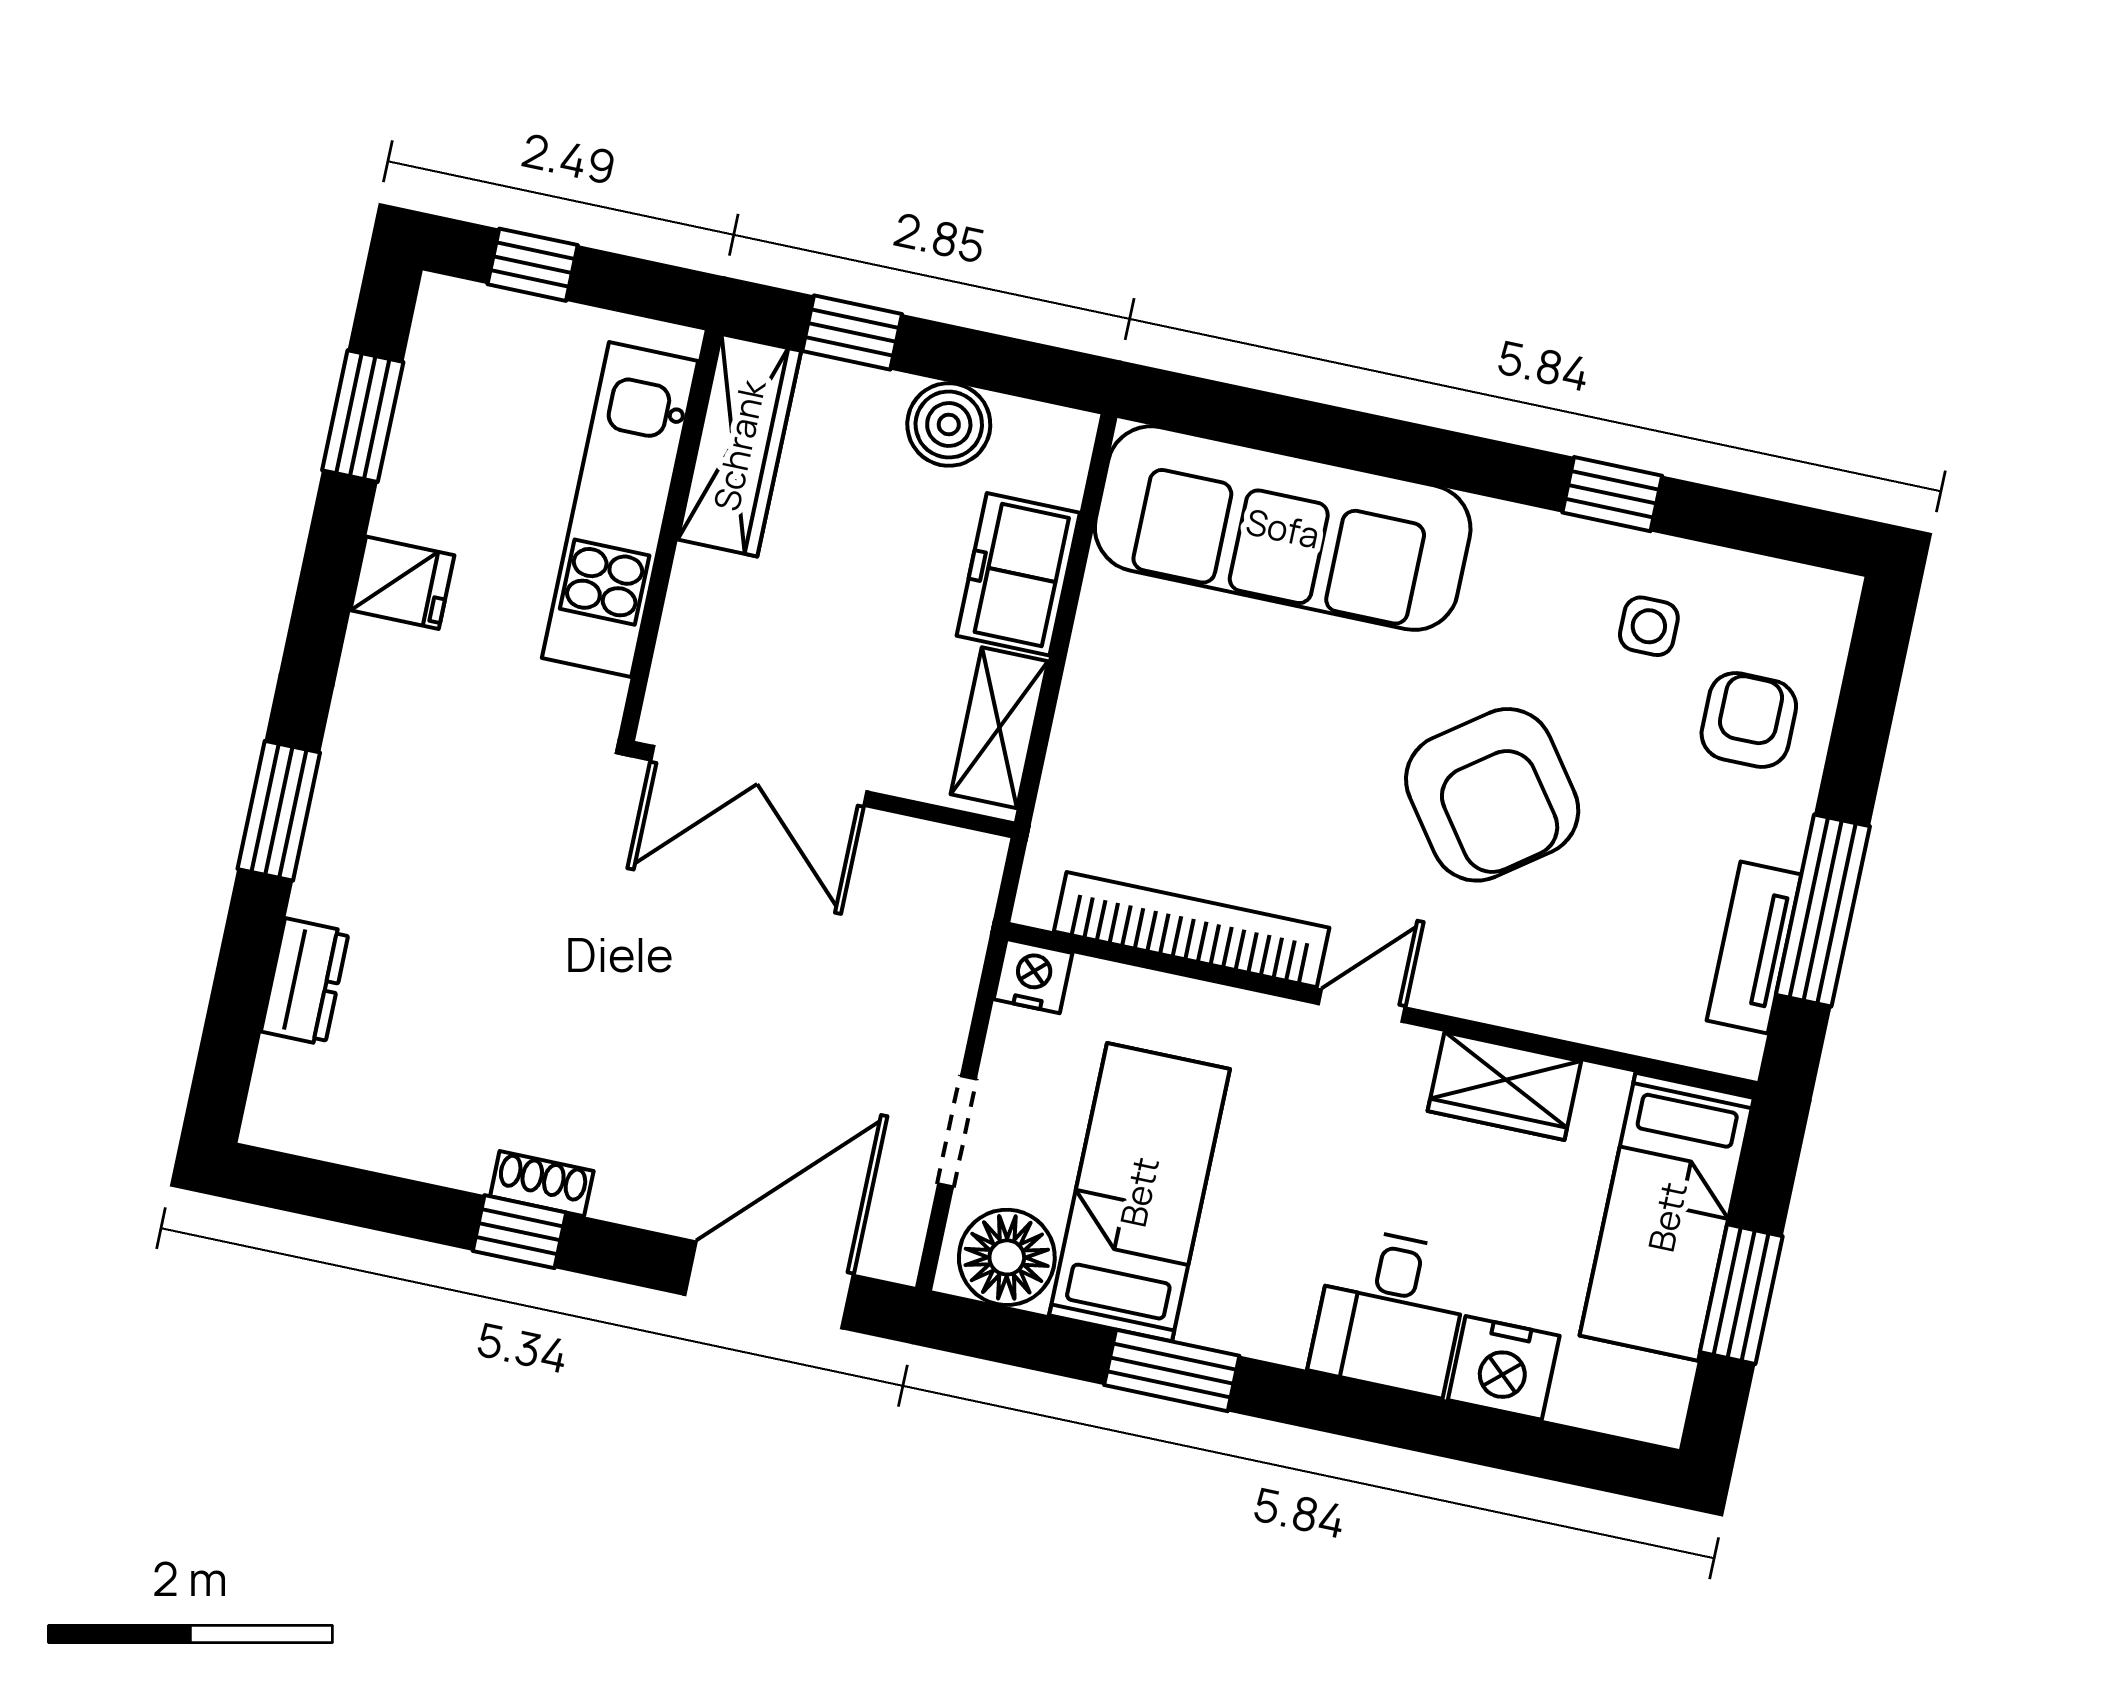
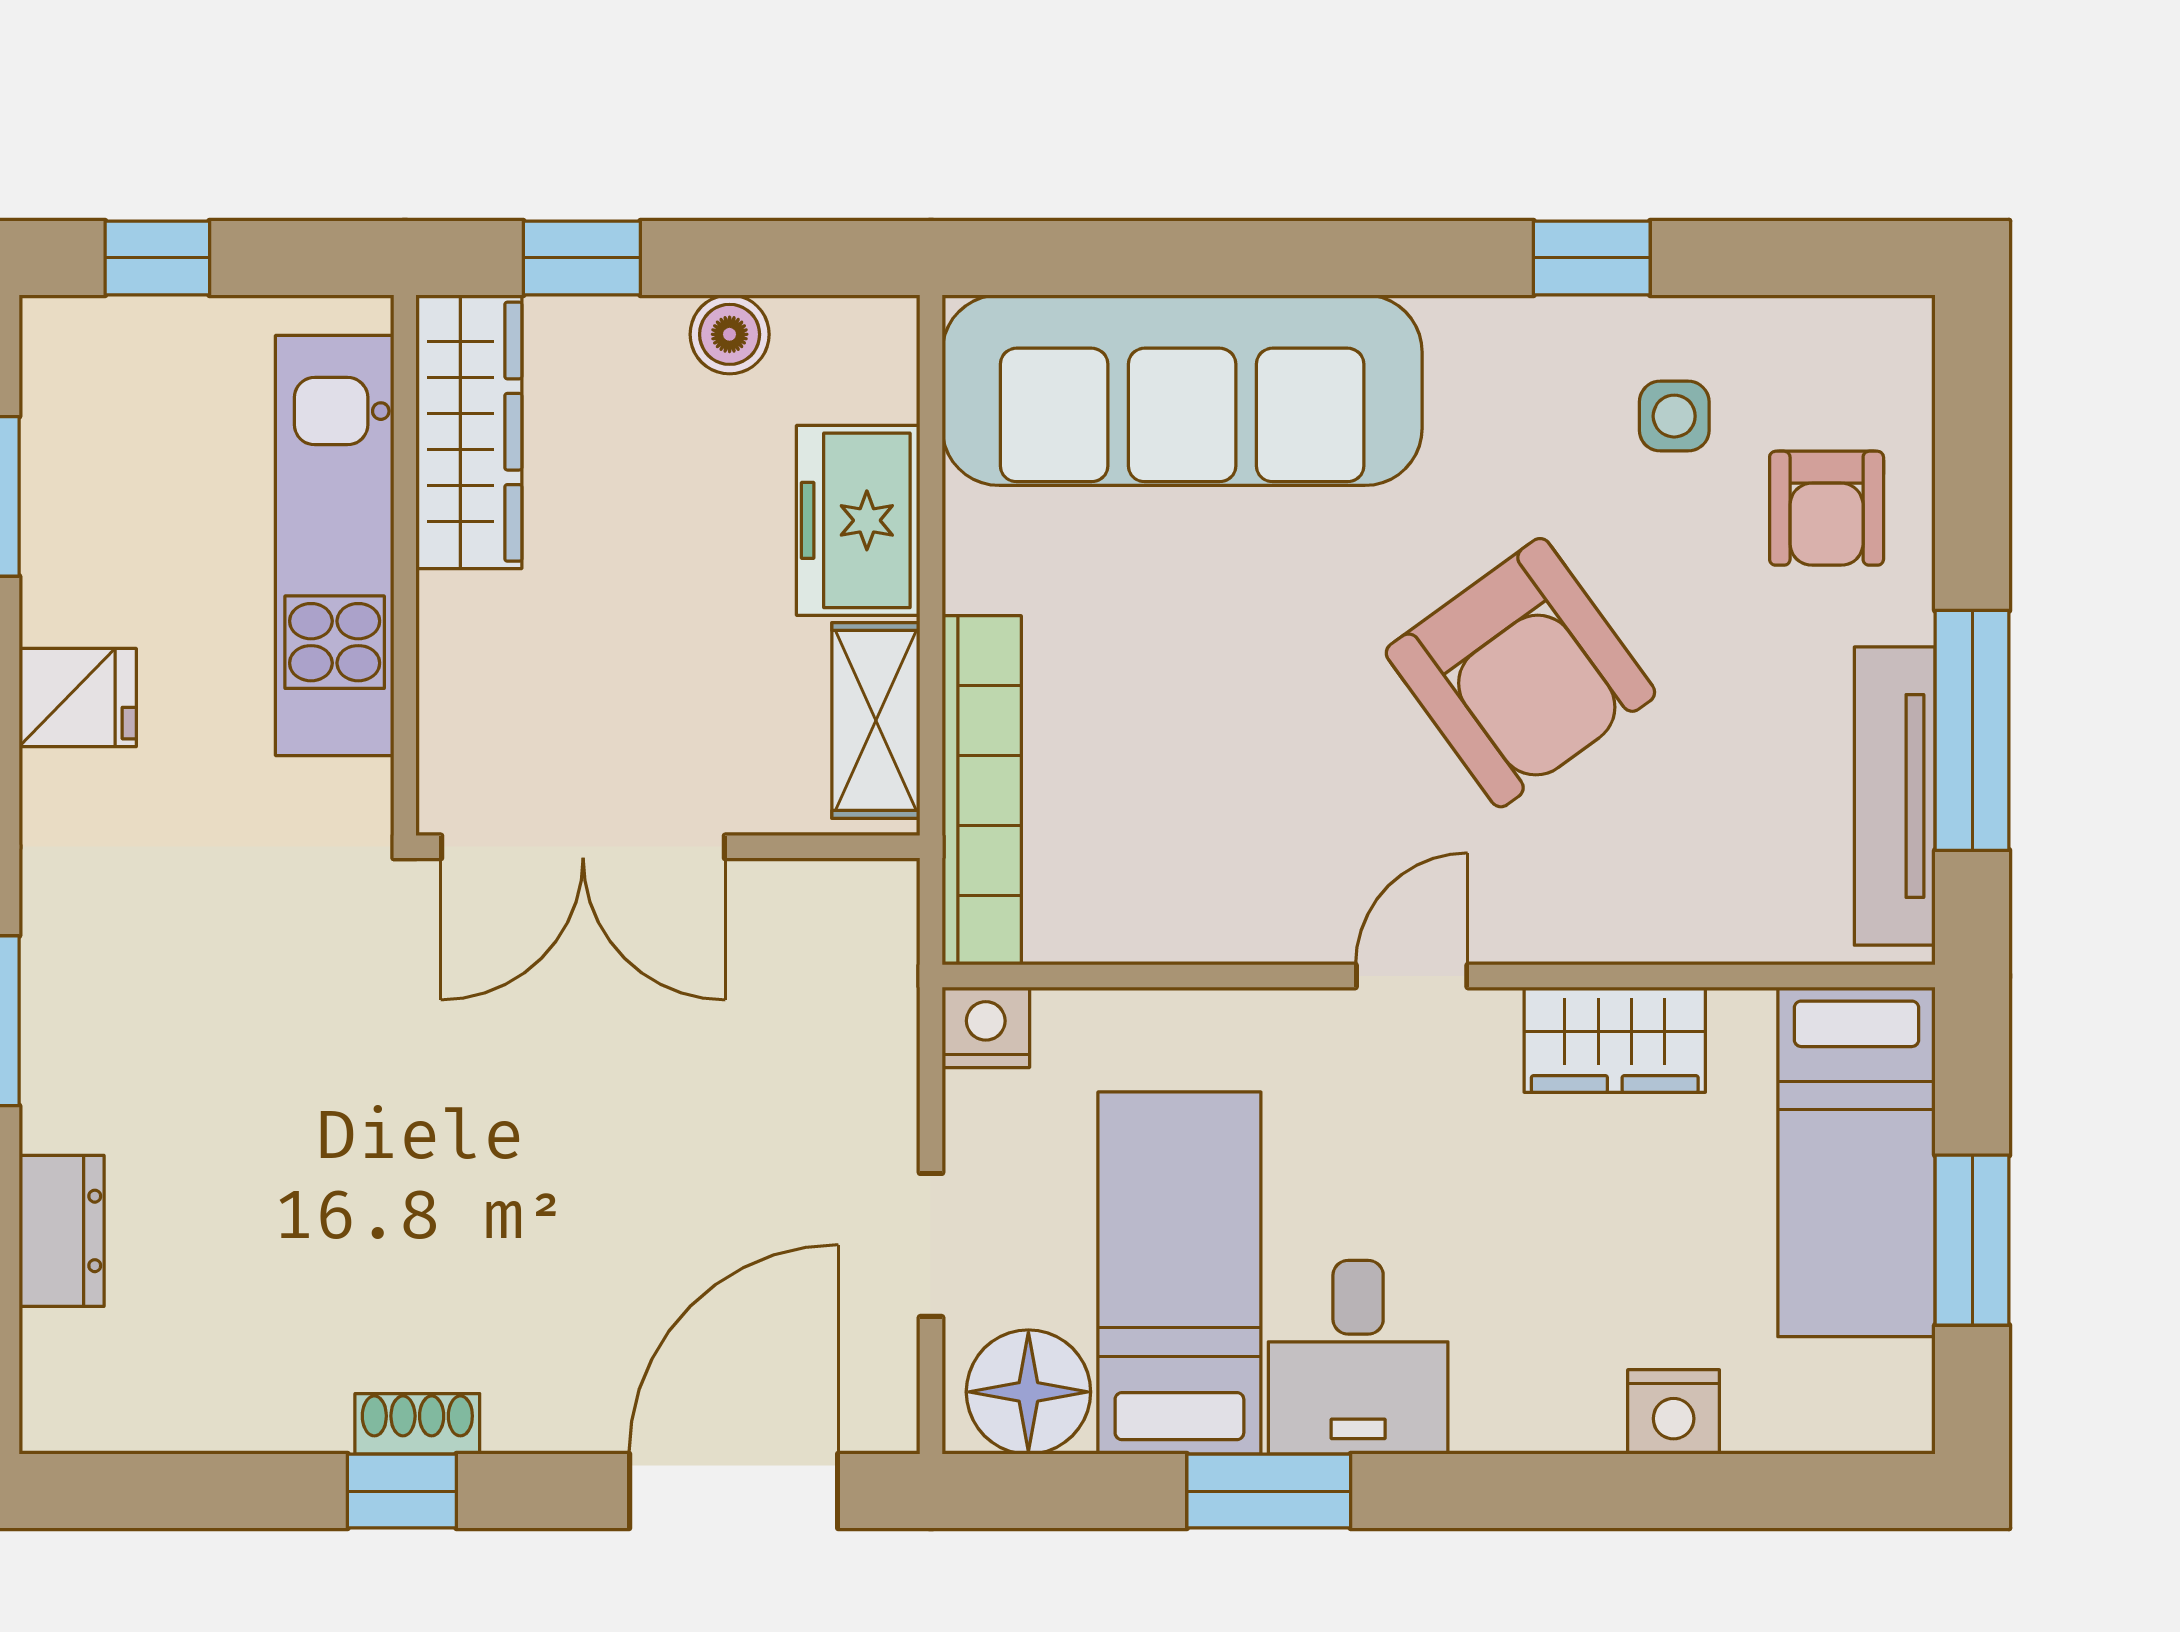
boiler: (949, 425) -> (730, 334), width x0.73, depth x0.73
armchair: (1749, 720) -> (1827, 508), turned 180
bookcase: (1192, 930) -> (982, 790), moved, turned 90
tv unit: (1754, 948) -> (1895, 796), width x1.41
desk: (1390, 1312) -> (1358, 1357), moved
nightstand: (1504, 1368) -> (1674, 1412), width x0.74, depth x0.75

